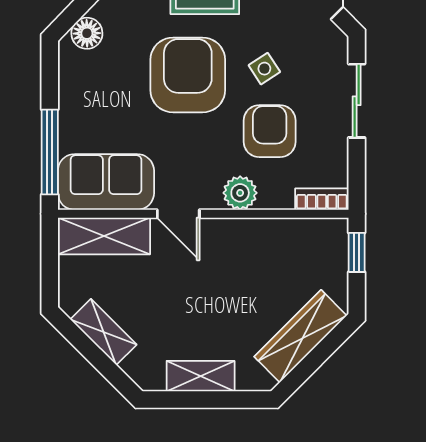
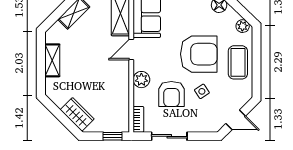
sliding door: (357, 101) -> (169, 136), moved
armchair: (270, 131) -> (171, 94), turned 90
wardrobe: (300, 336) -> (77, 114), width x0.67

